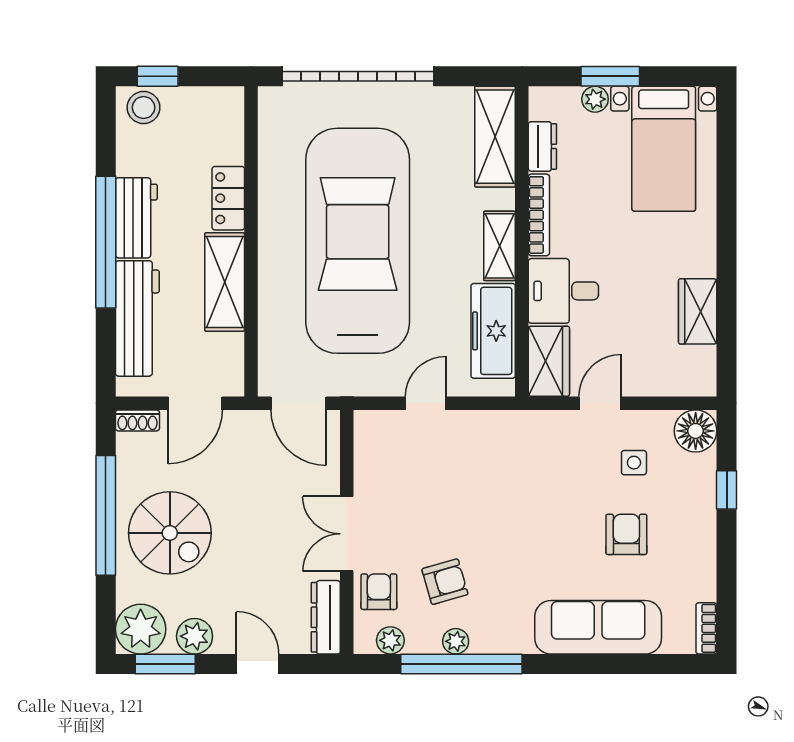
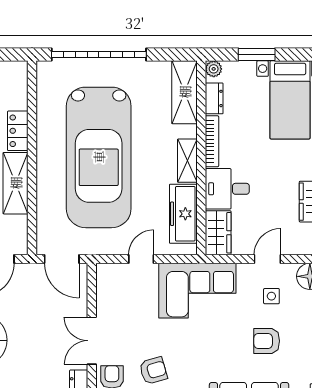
plant: (595, 99) -> (214, 69), moved
car: (358, 241) -> (99, 157), turned 180
door: (600, 403) -> (267, 259), moved
corner sofa: (516, 454) -> (197, 291), added
armchair: (626, 534) -> (267, 341), turned -90

